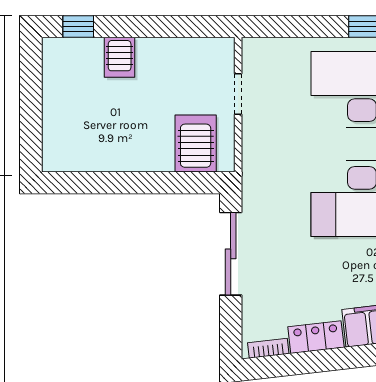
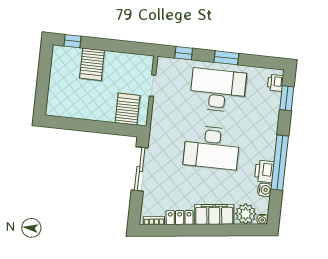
window: (290, 27) -> (184, 53), added
server rack: (120, 57) -> (92, 64), width x1.36, depth x1.44

